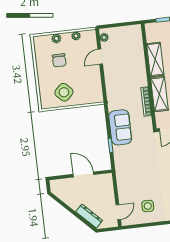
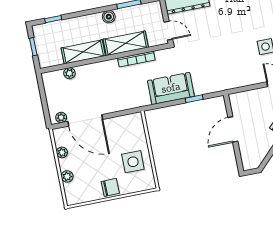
plant: (139, 47) -> (69, 73), added
door: (100, 57) -> (85, 120), width x1.88
chair: (59, 60) -> (110, 187), moved
side table: (64, 92) -> (133, 162), turned 45

